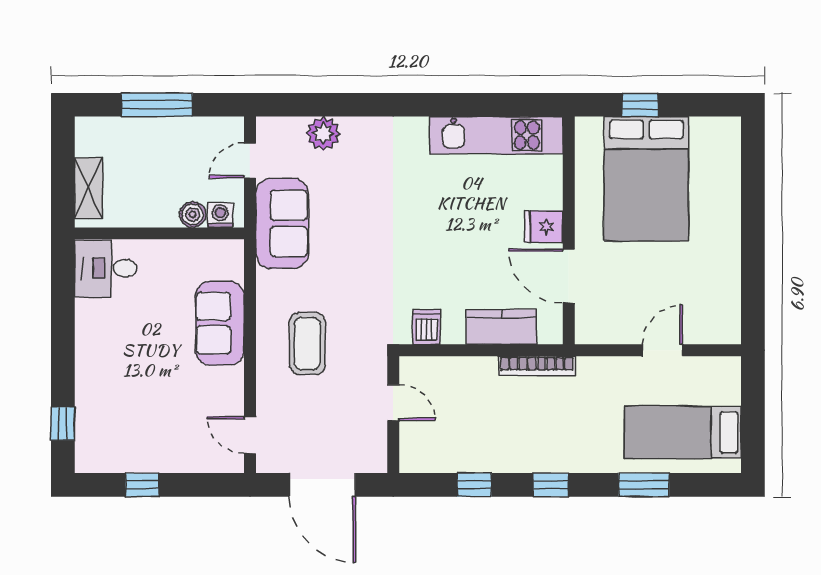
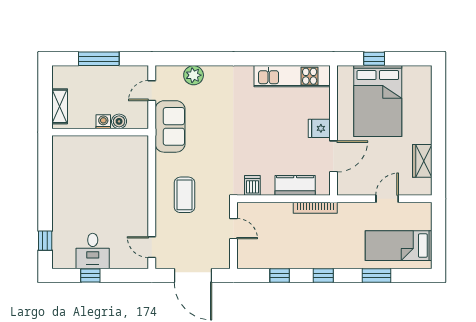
washing machine: (220, 215) -> (103, 122), moved
desk: (106, 268) -> (93, 251), moved, turned -90
door: (569, 276) -> (333, 156), swing flipped
wardrobe: (724, 284) -> (422, 161), added
sofa: (220, 323) -> (135, 183), removed

